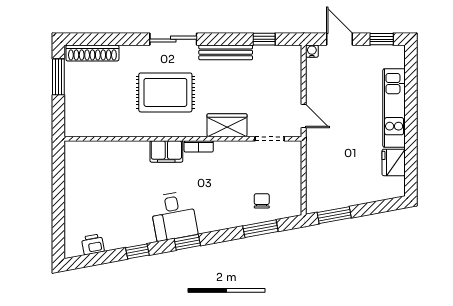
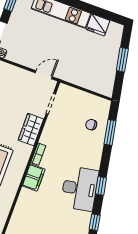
window: (334, 215) -> (122, 60), moved
desk: (174, 216) -> (80, 189), width x1.37

